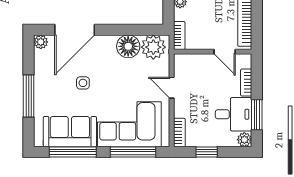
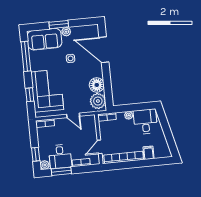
plant: (41, 42) -> (66, 32), moved
door: (172, 88) -> (73, 115), swing flipped
window: (29, 96) -> (59, 25), width x0.69
sofa: (70, 132) -> (44, 39), moved, turned 90
window: (133, 152) -> (30, 95), width x0.46
window: (207, 152) -> (36, 154), moved

